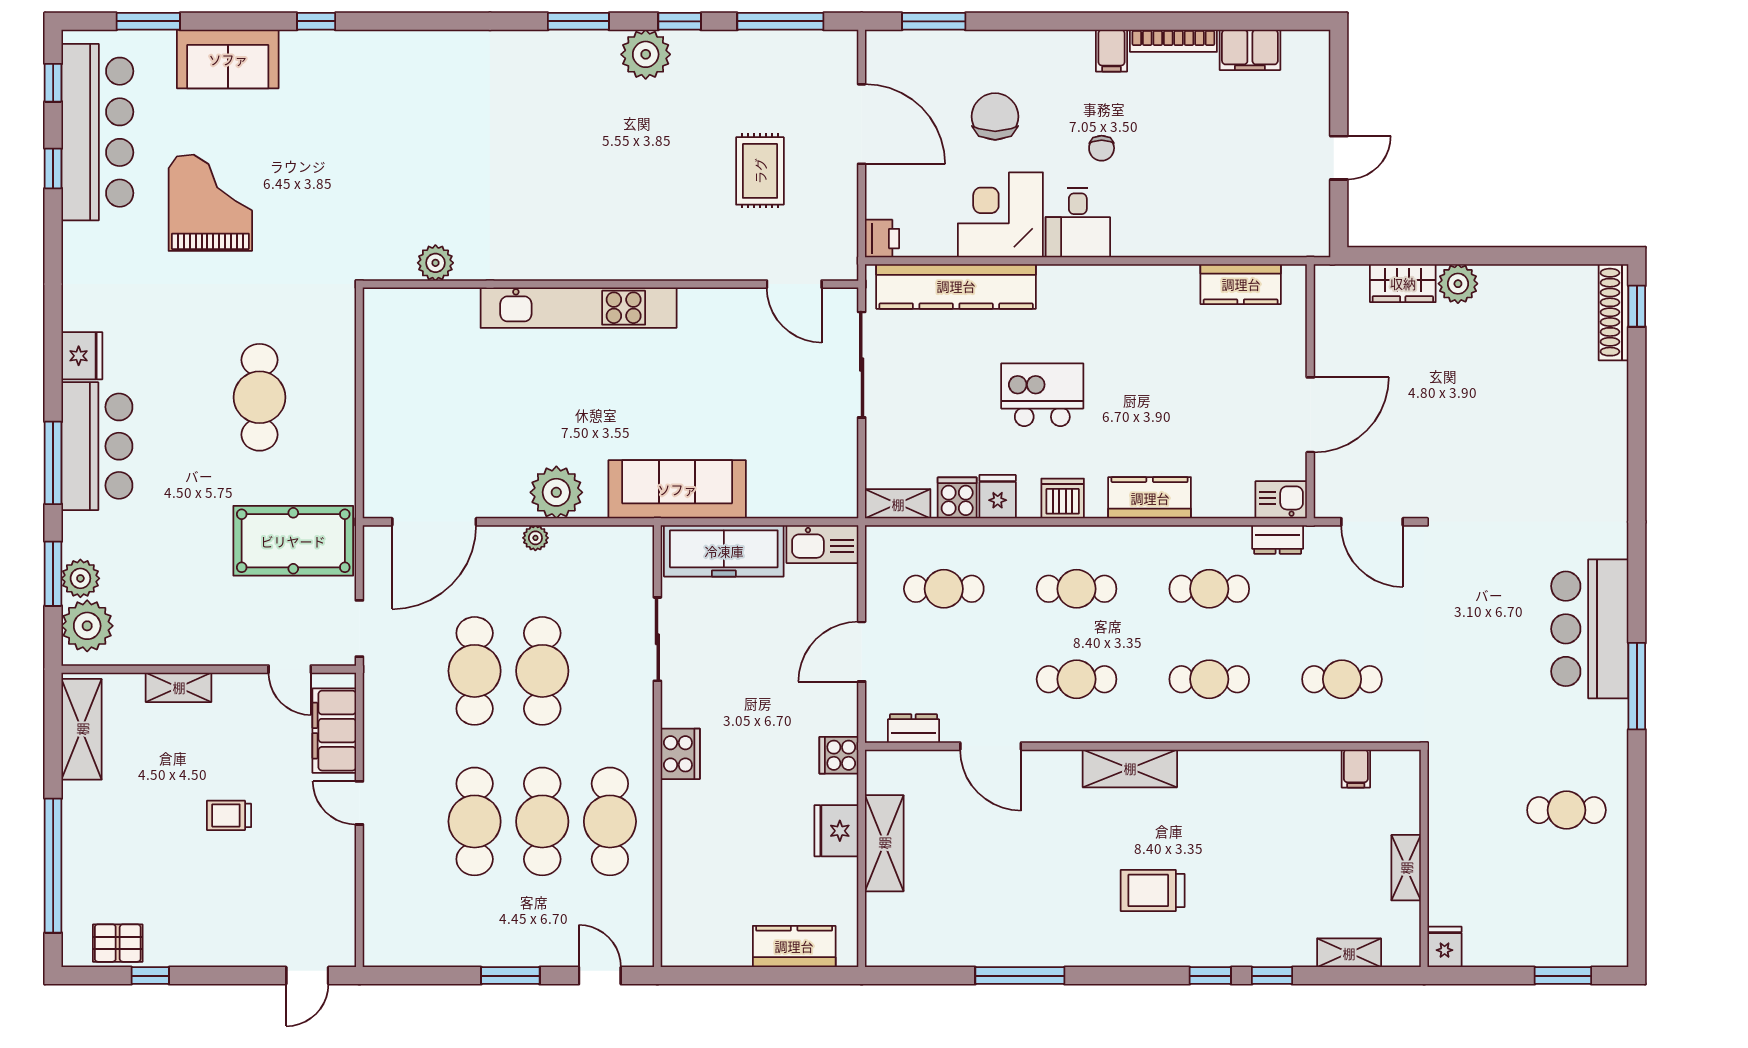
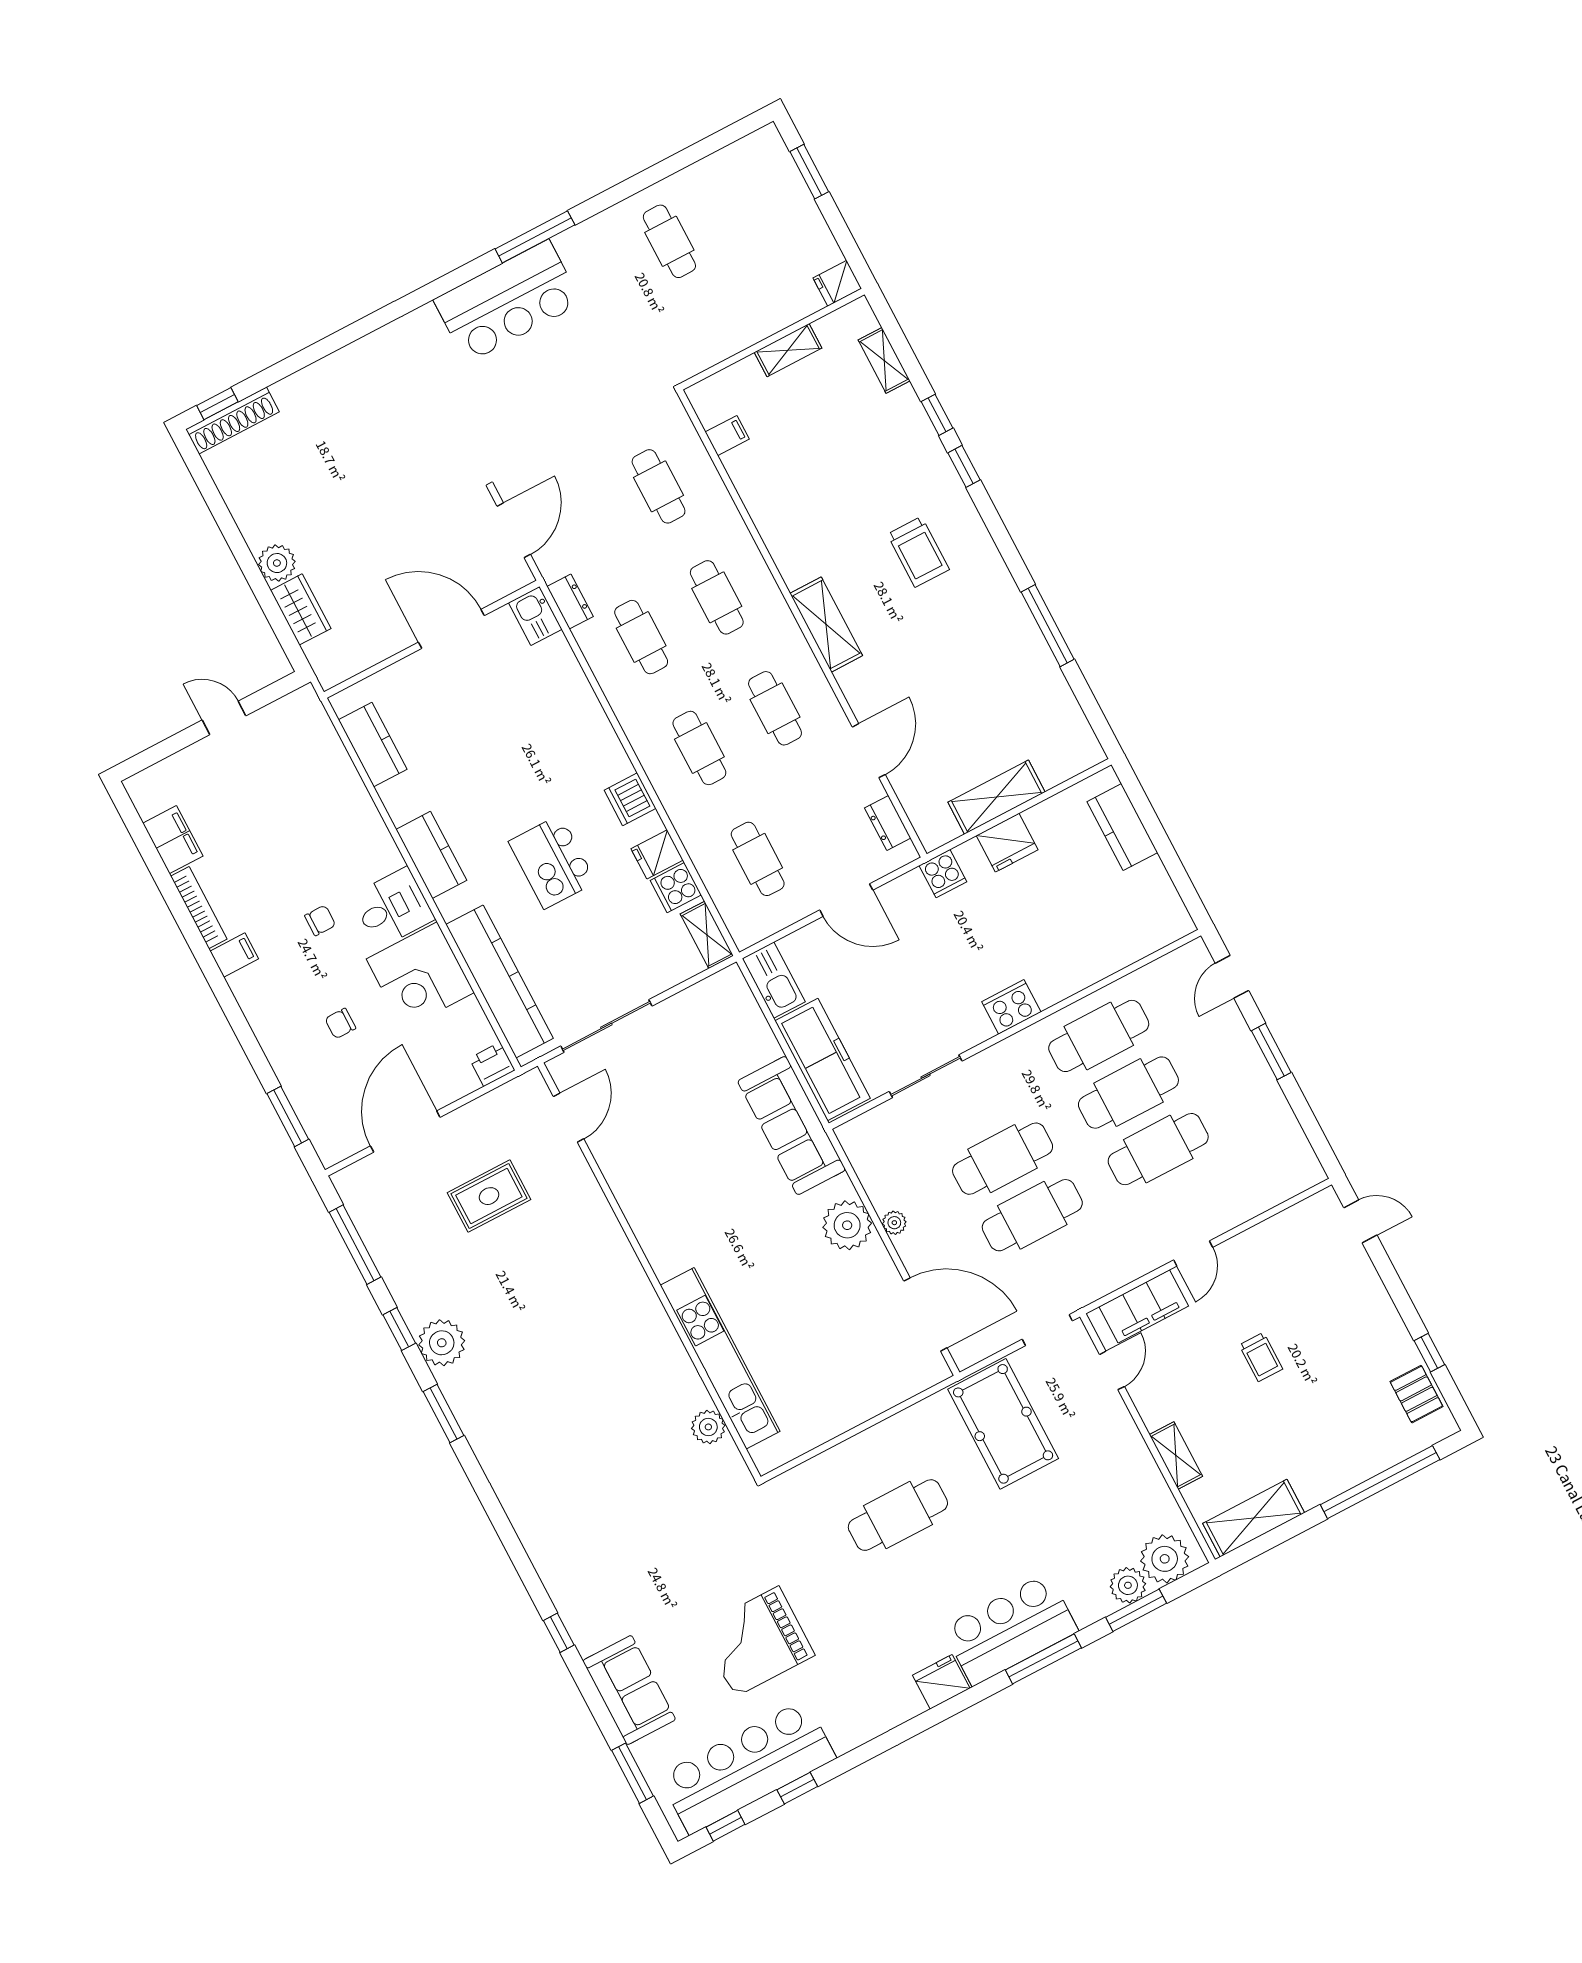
chair: (995, 116) -> (340, 1023), width x0.54, depth x0.54
kitchen unit: (579, 308) -> (720, 1358), moved
kitchen counter: (1150, 498) -> (431, 855), moved, turned 180

